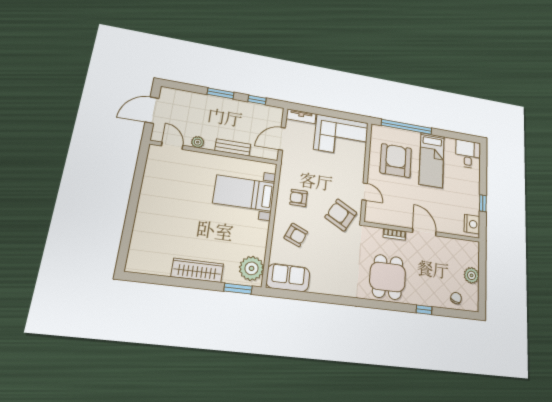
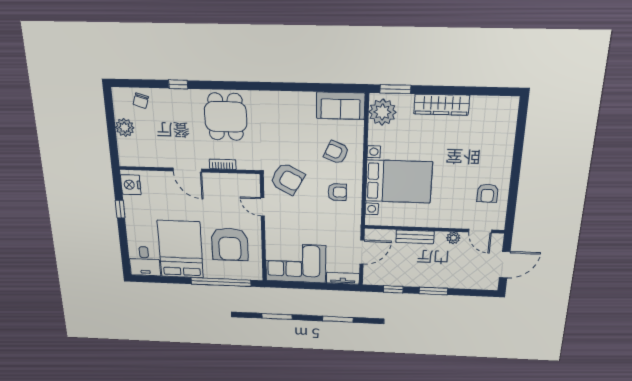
bed: (432, 160) -> (180, 249), width x1.50
armchair: (162, 181) -> (487, 193), added
bed with nightstands: (244, 193) -> (399, 182), width x1.36

